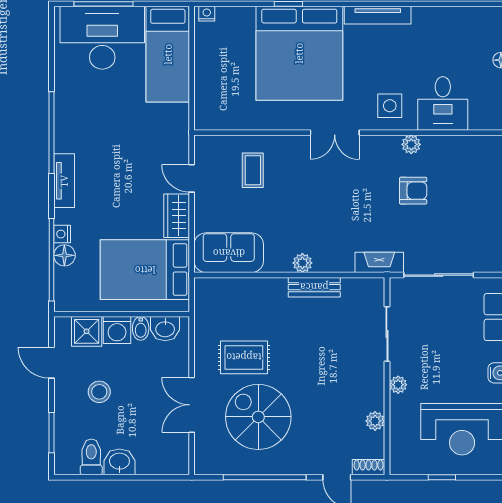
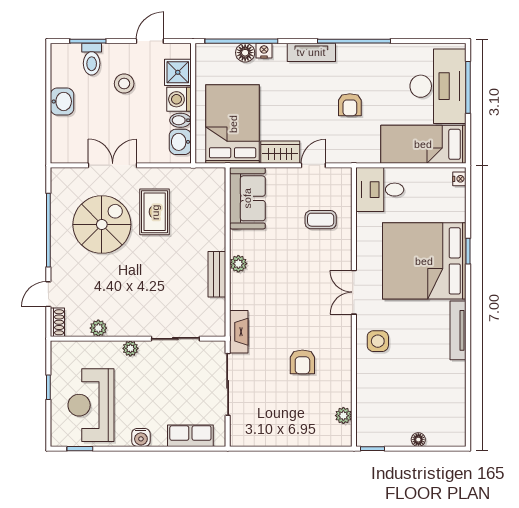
desk: (443, 103) -> (380, 190), moved
armchair: (123, 137) -> (350, 105), added
plant: (411, 144) -> (343, 416), moved
toilet: (91, 457) -> (92, 59), moved, turned 90

